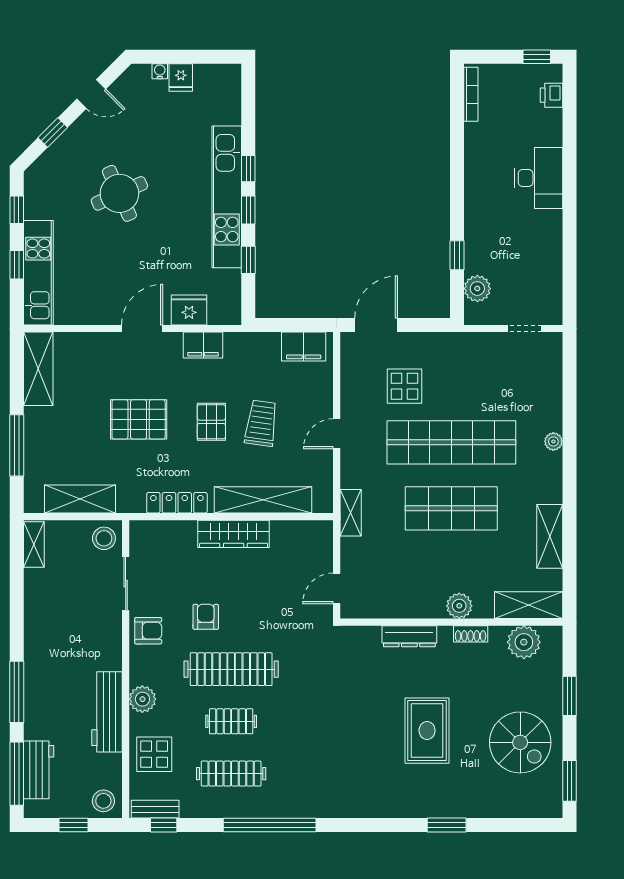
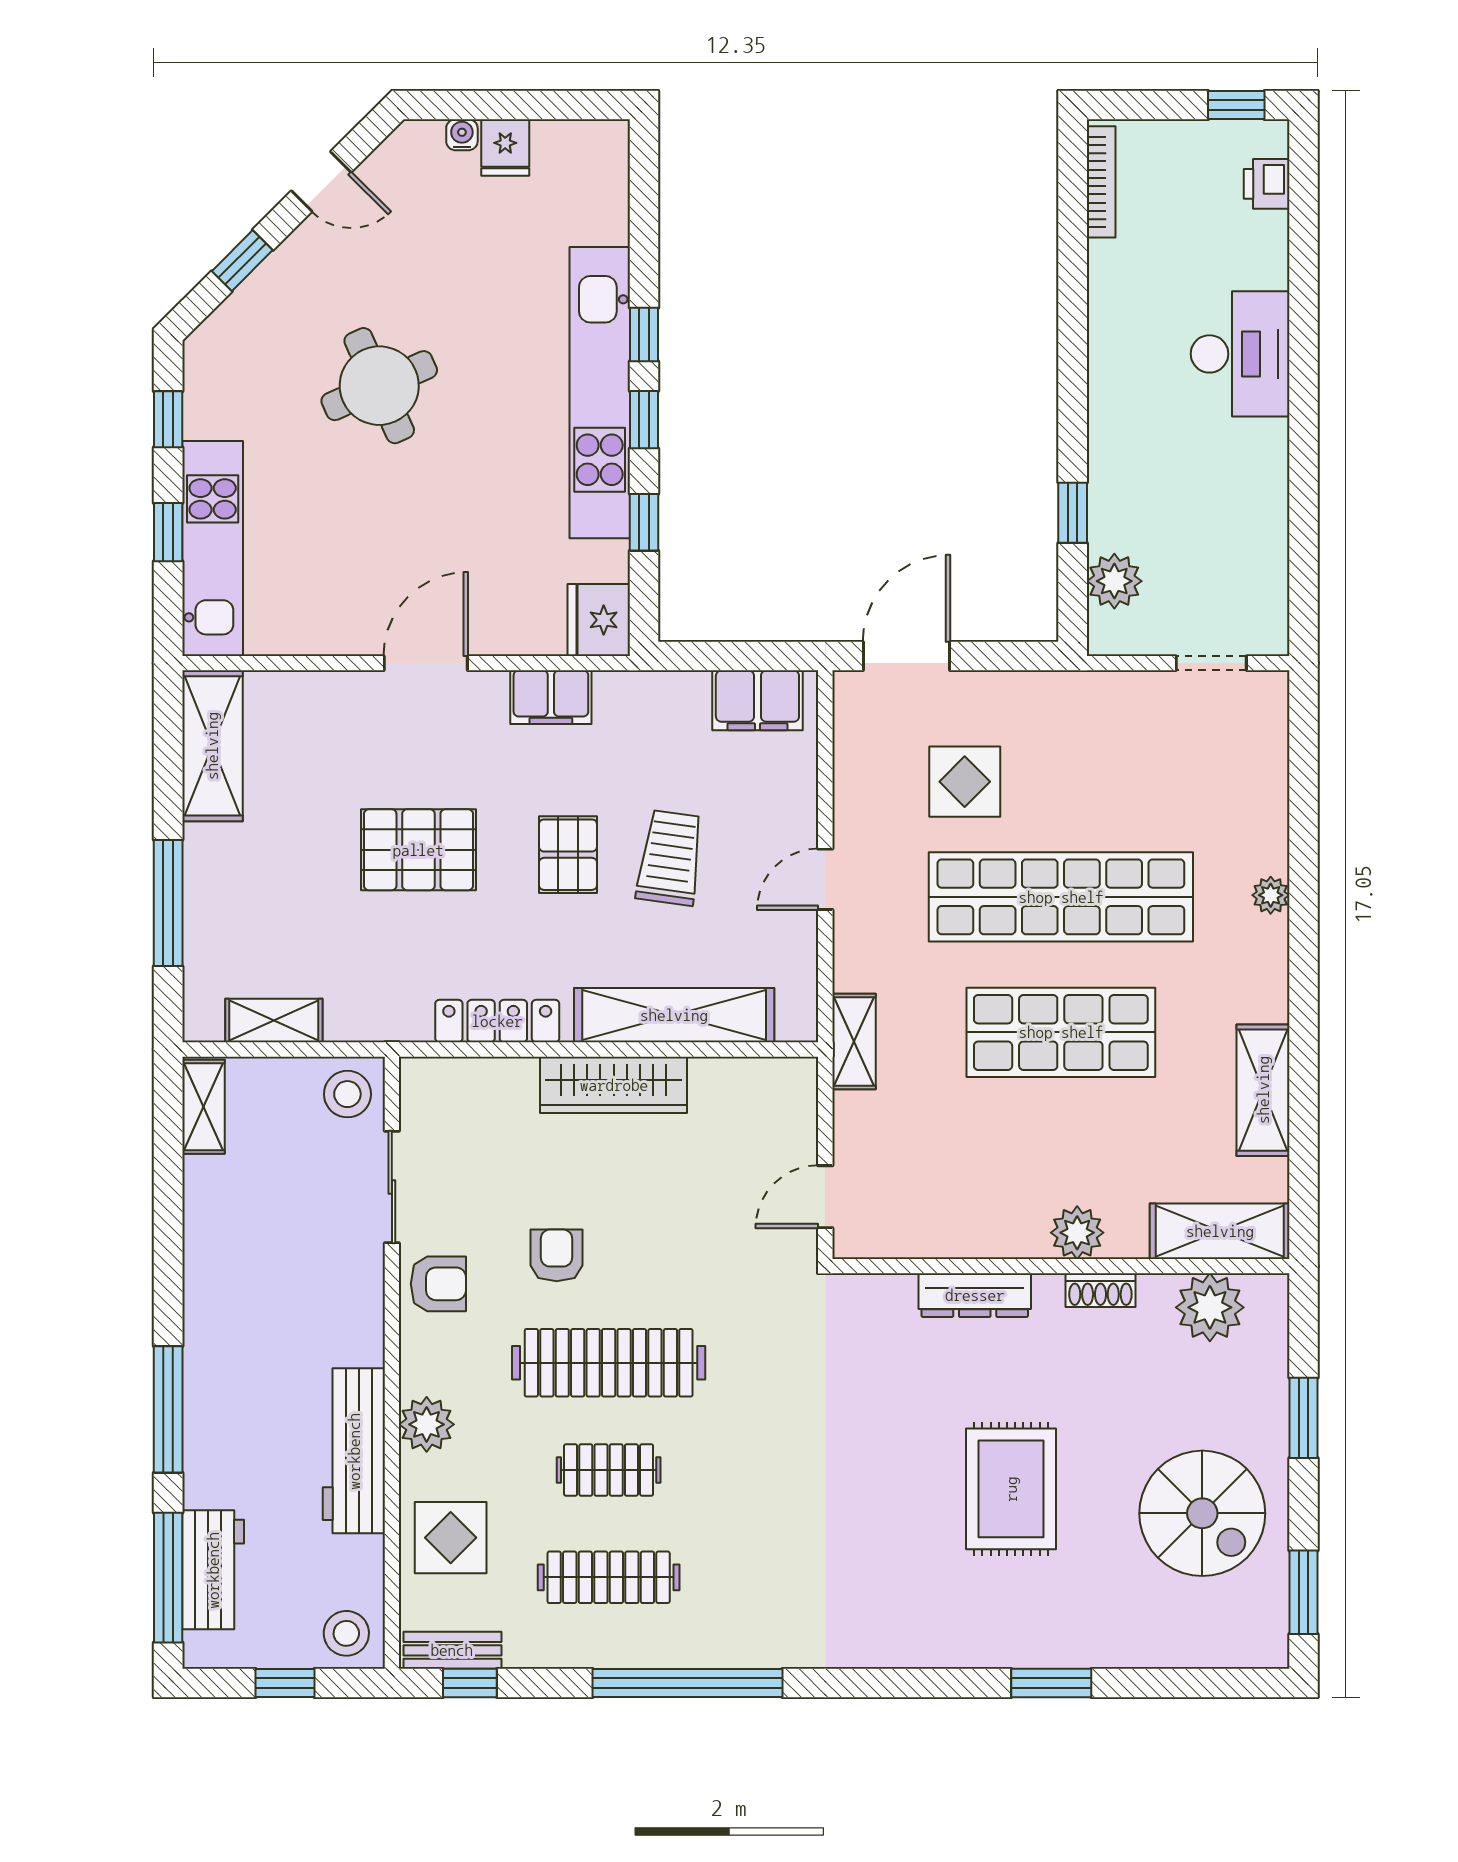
fridge: (189, 310) -> (599, 620), moved, turned -90
shelving: (80, 499) -> (274, 1021), width x0.67, depth x0.75

